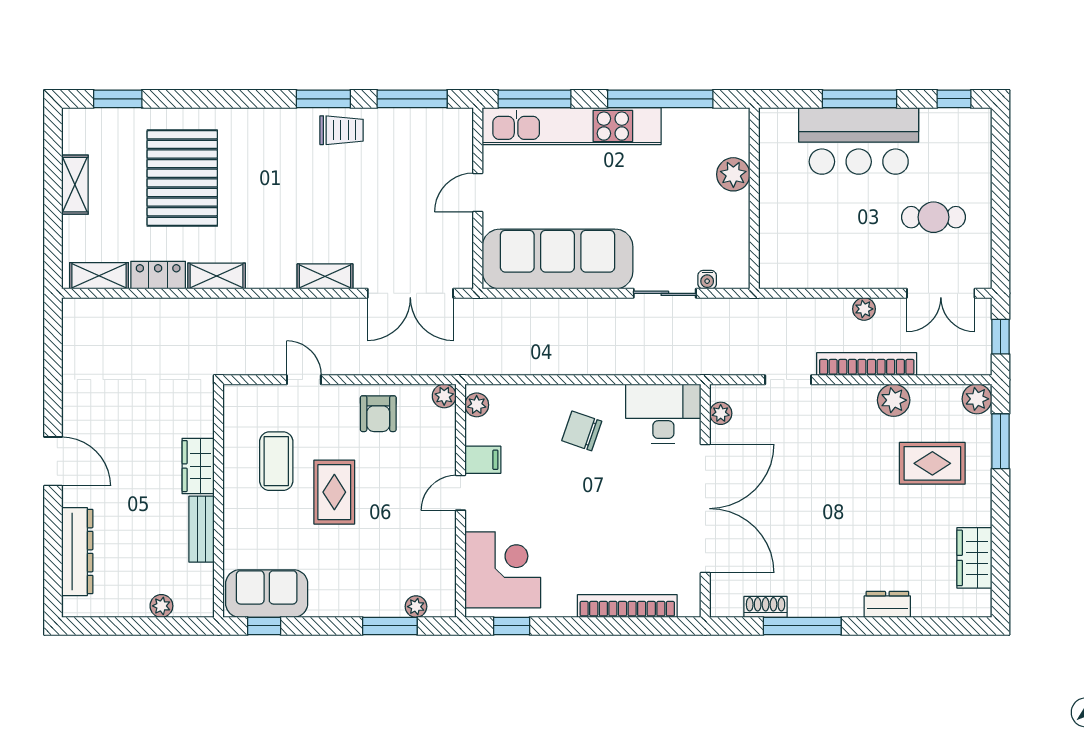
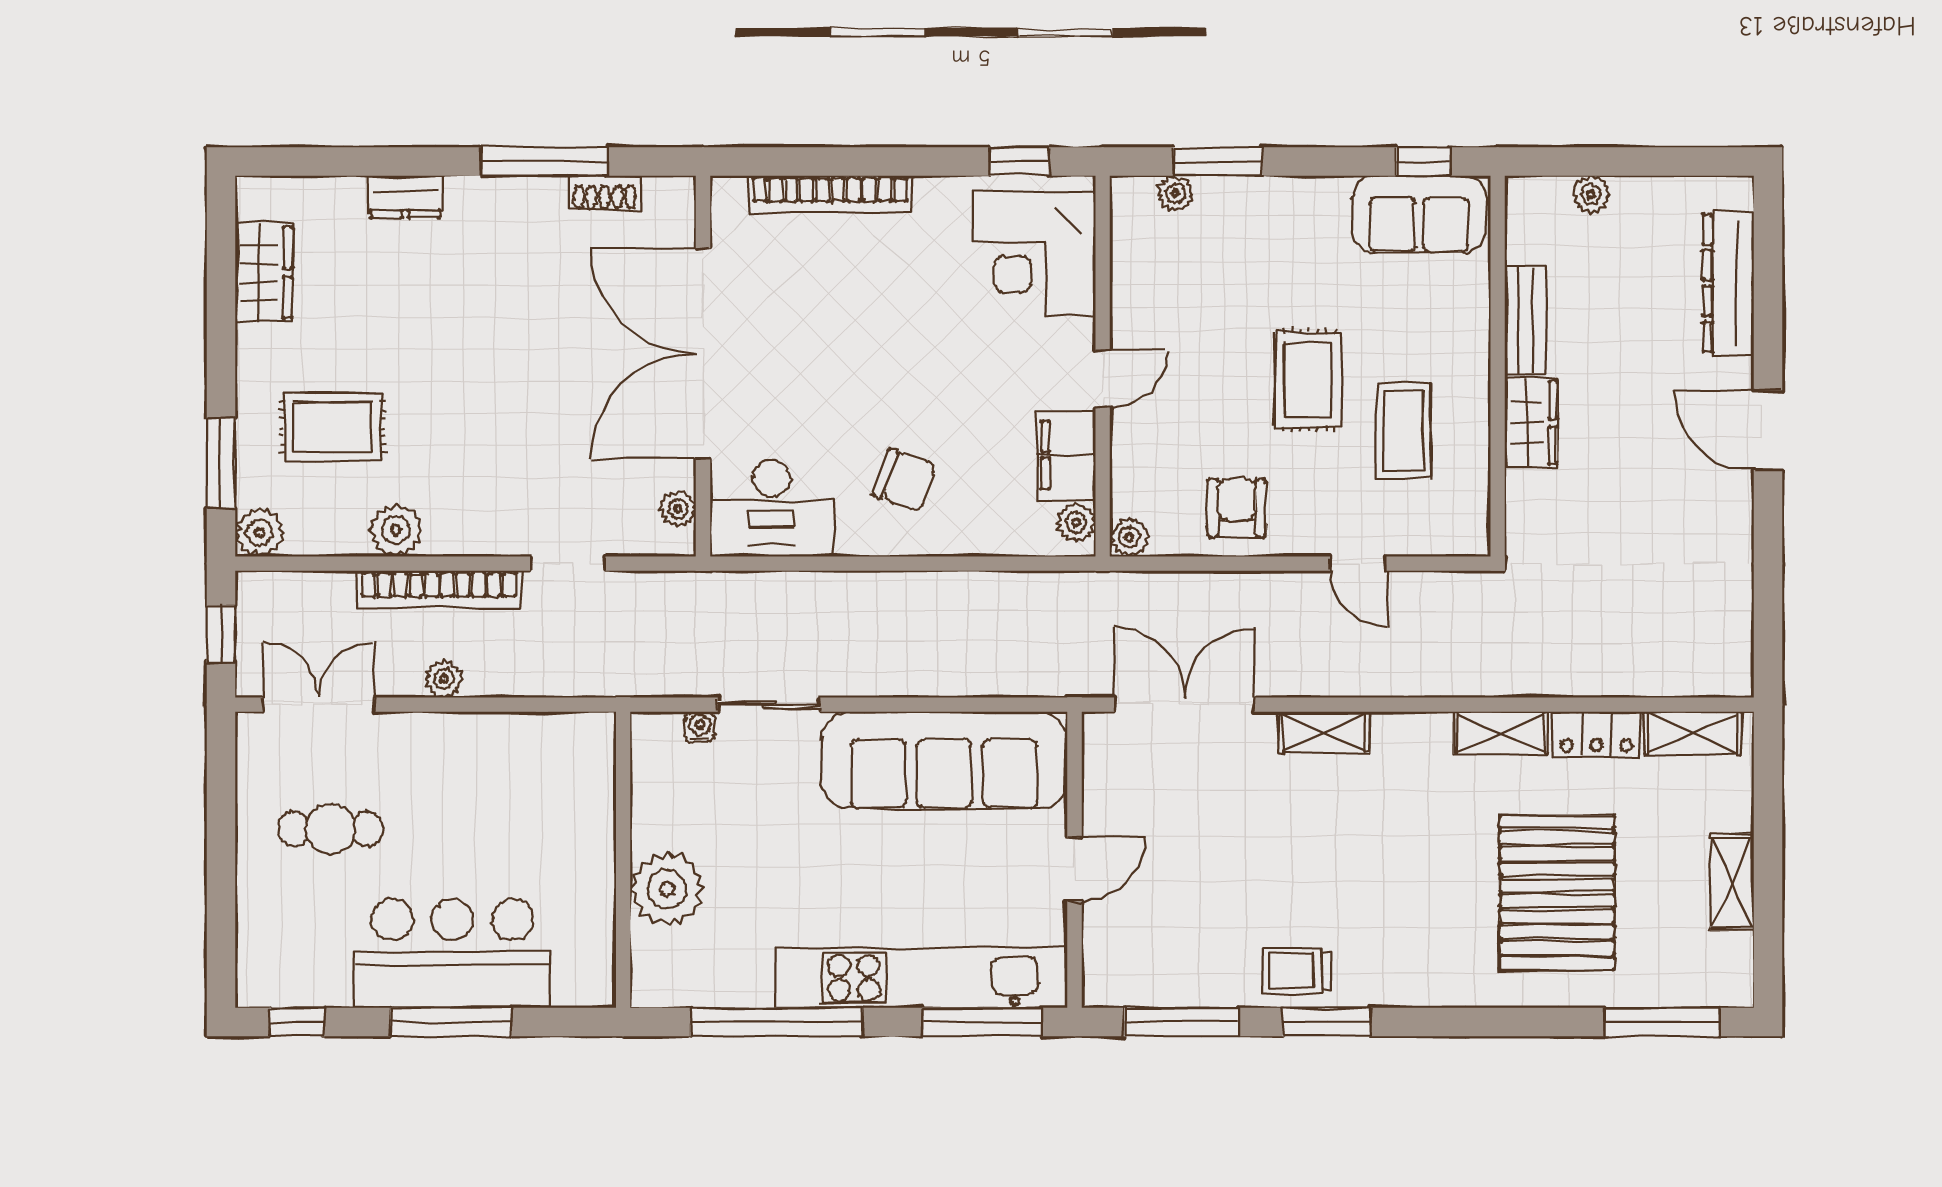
window: (118, 99) -> (1662, 1022), width x1.44
plant: (733, 174) -> (667, 889), width x1.36, depth x1.36
filing cabinet: (483, 460) -> (1066, 455), width x2.00

